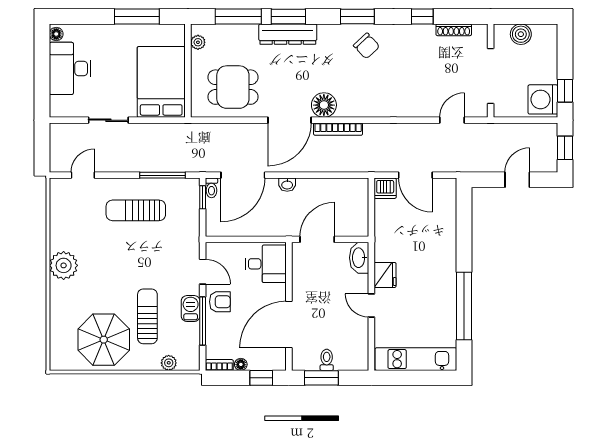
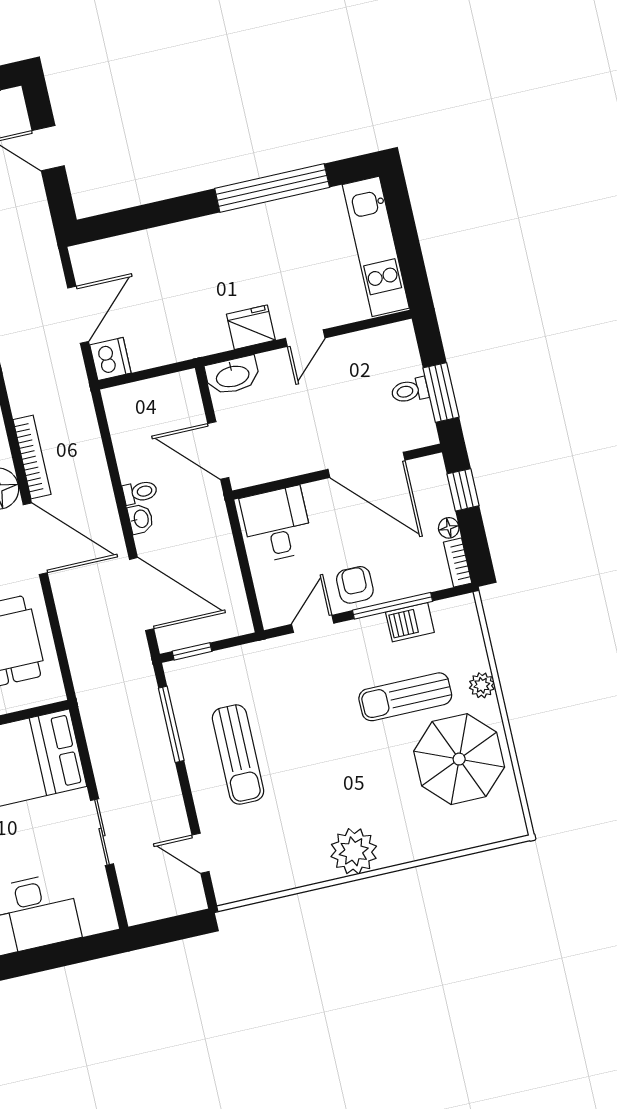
toilet: (211, 188) -> (140, 492), moved
barbecue: (191, 309) -> (410, 622), moved
plant: (169, 363) -> (482, 685), moved

